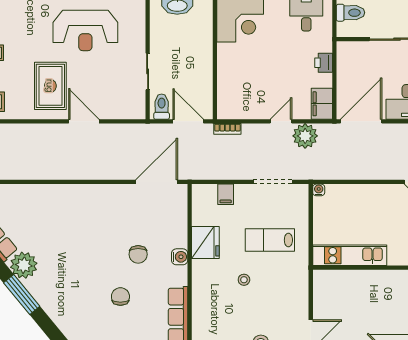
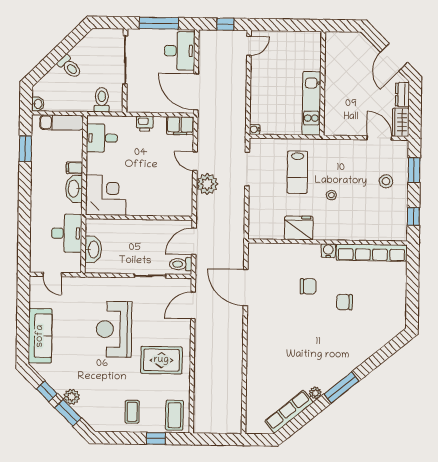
reception desk: (85, 30) -> (114, 329), turned 180
door: (84, 121) -> (193, 305), moved
bookcase: (227, 129) -> (201, 208), removed
plant: (305, 136) -> (207, 184), moved
door: (157, 182) -> (246, 288), moved
filing cabinet: (226, 194) -> (257, 210), removed
water cooler: (180, 257) -> (328, 251), moved
plant: (24, 265) -> (315, 393), width x0.53, depth x0.53

